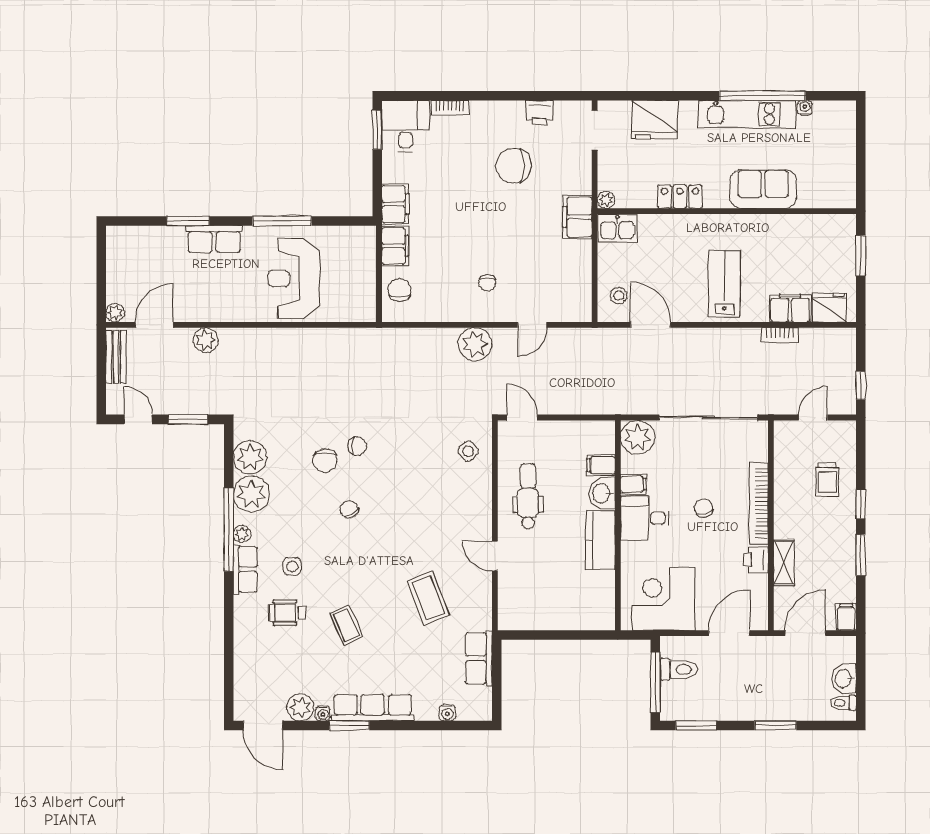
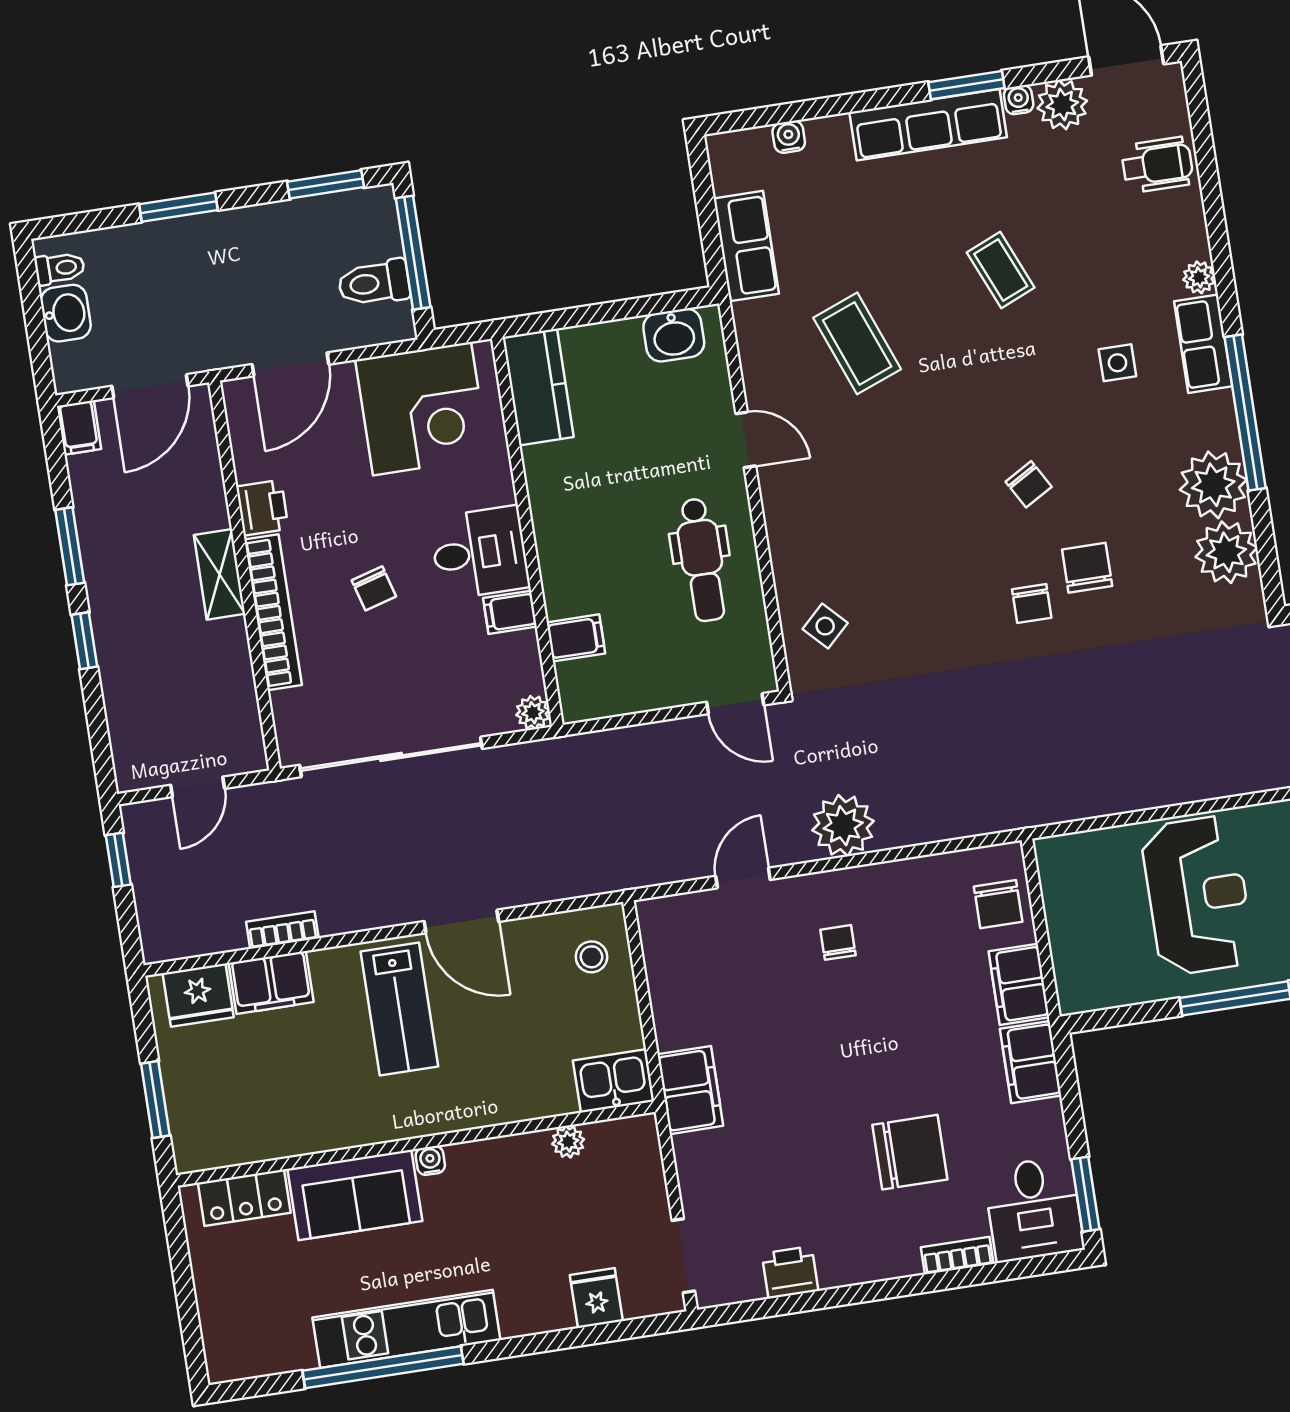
water cooler: (805, 108) -> (430, 1161), moved, turned 180
fridge: (655, 120) -> (596, 1298), width x0.53, depth x0.75
chair: (513, 166) -> (910, 1152), moved
locker: (680, 197) -> (244, 1198), moved
plant: (606, 200) -> (568, 1142), moved
door: (650, 325) -> (461, 922), moved
plant: (638, 437) -> (533, 713), width x0.53, depth x0.53
chair: (357, 446) -> (1032, 604), turned -90
trolley: (827, 480) -> (153, 676), removed
washbasin: (602, 493) -> (674, 335), moved, turned 90
plant: (242, 534) -> (1199, 277), moved
kitchen counter: (600, 540) -> (538, 387), moved
shelving: (784, 563) -> (219, 574), moved
wheelchair: (288, 613) -> (1157, 165), moved

